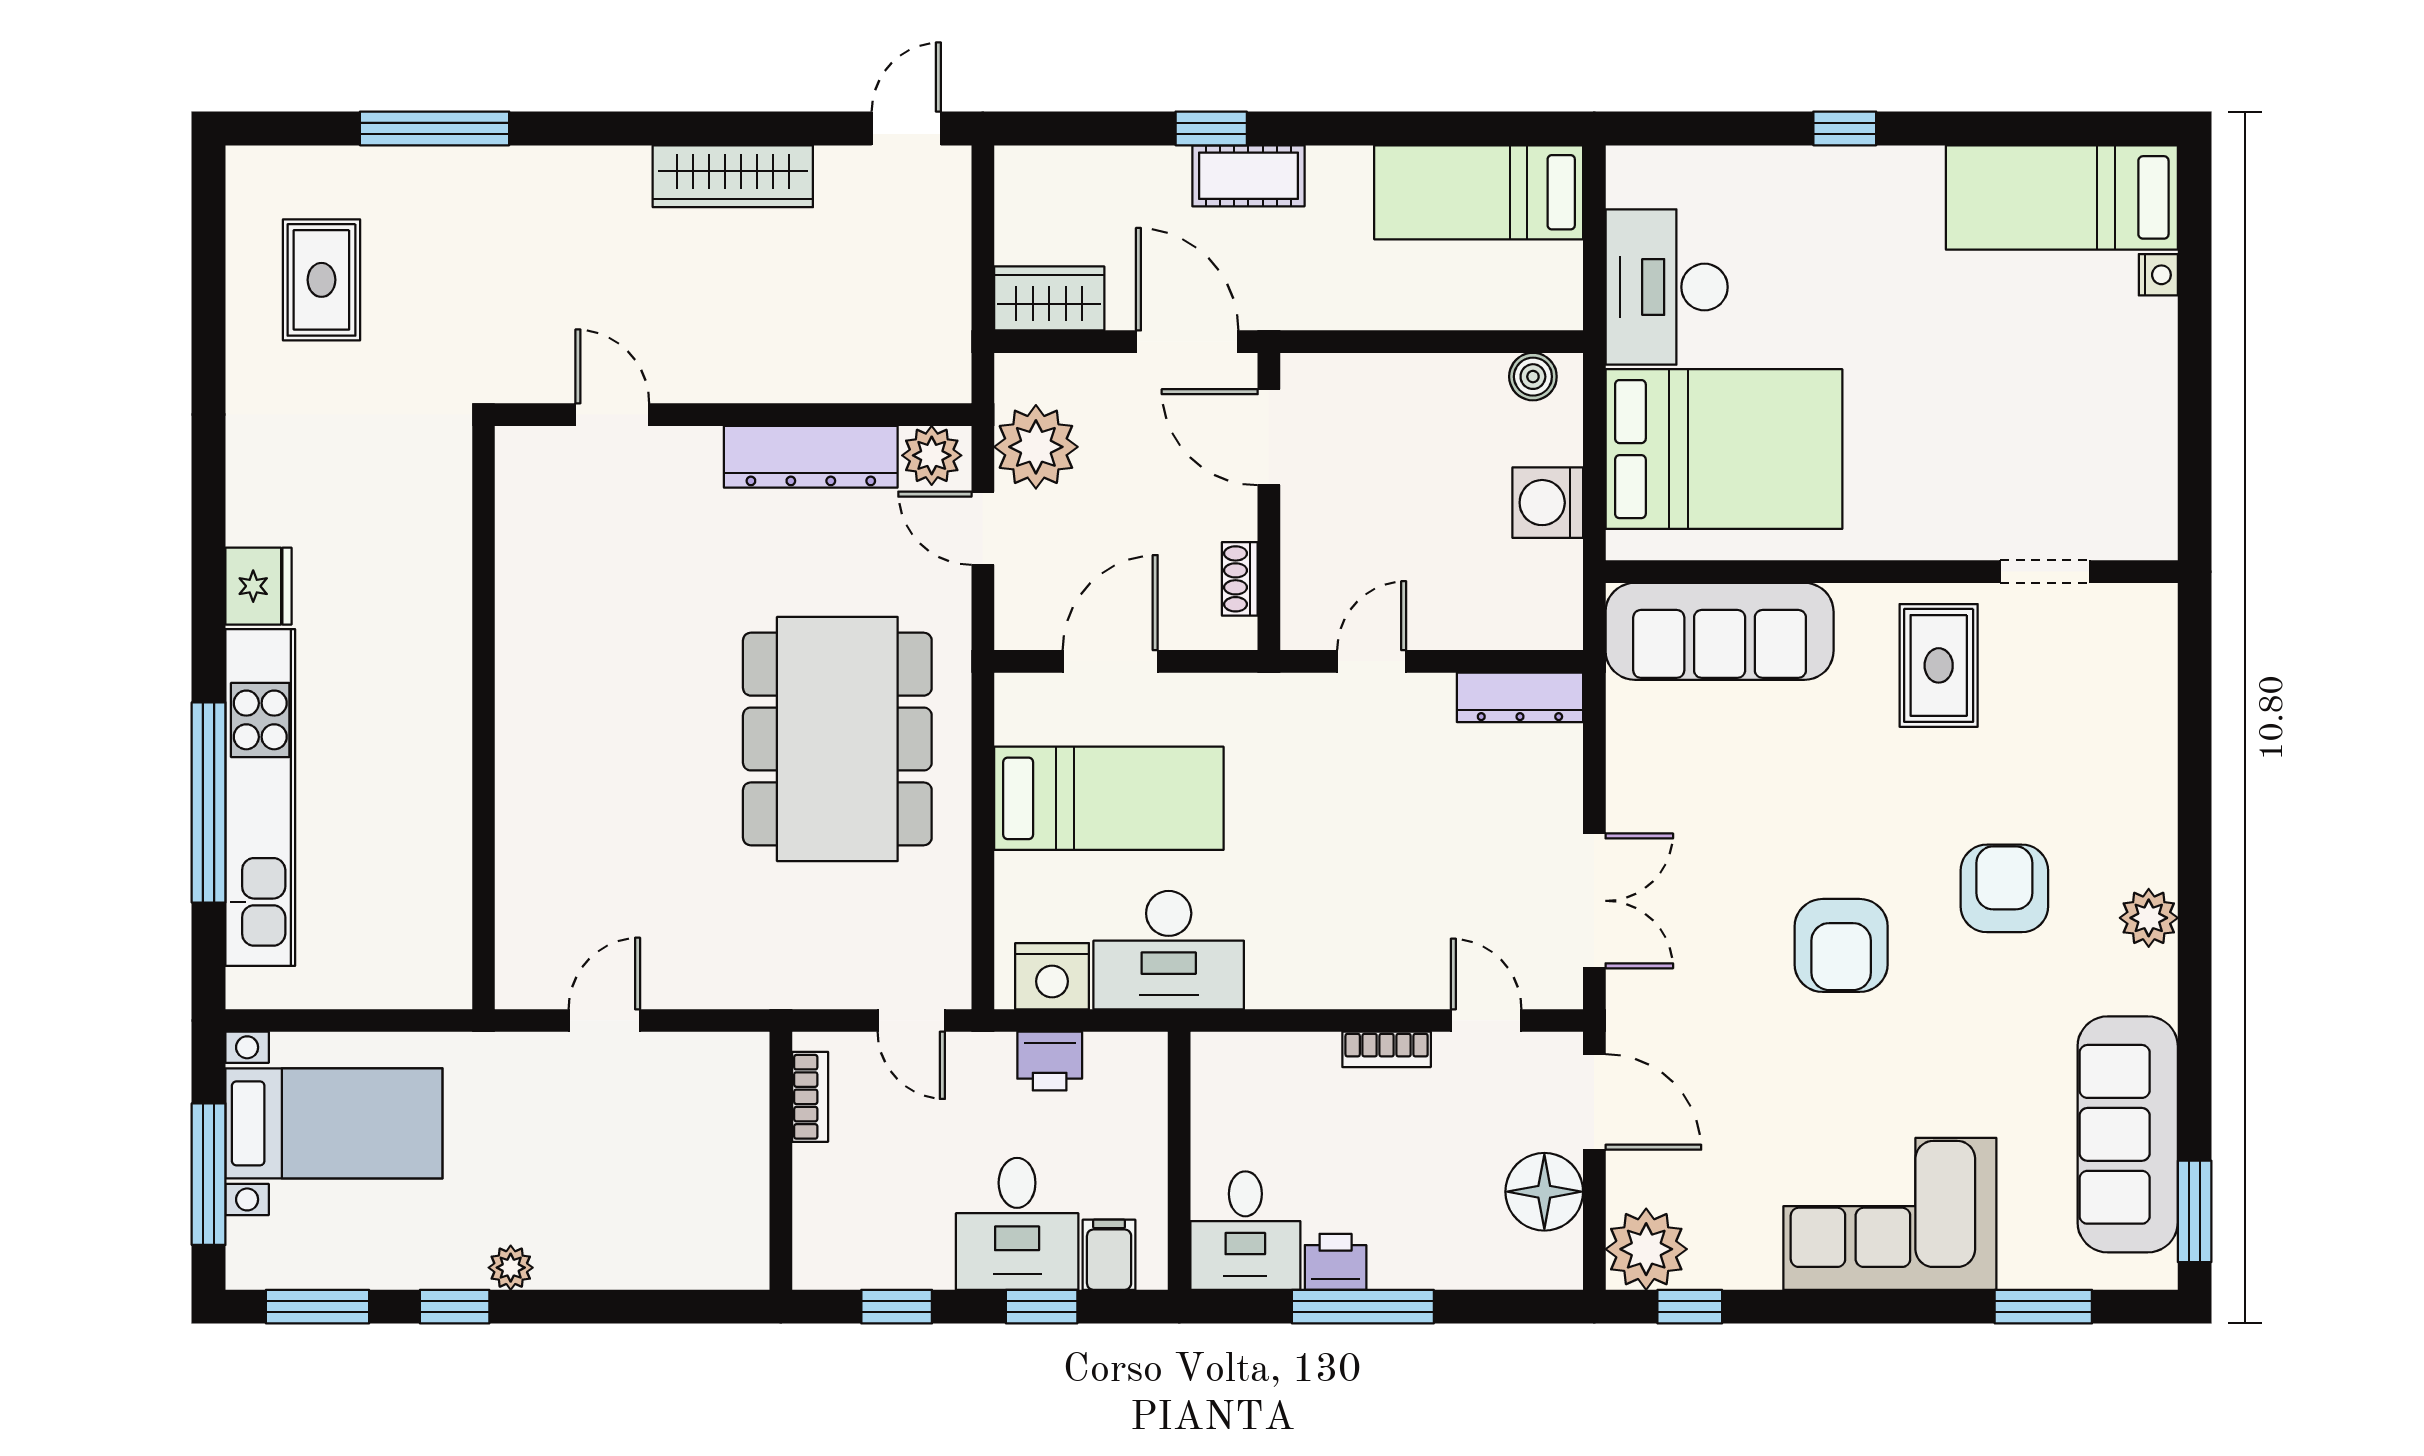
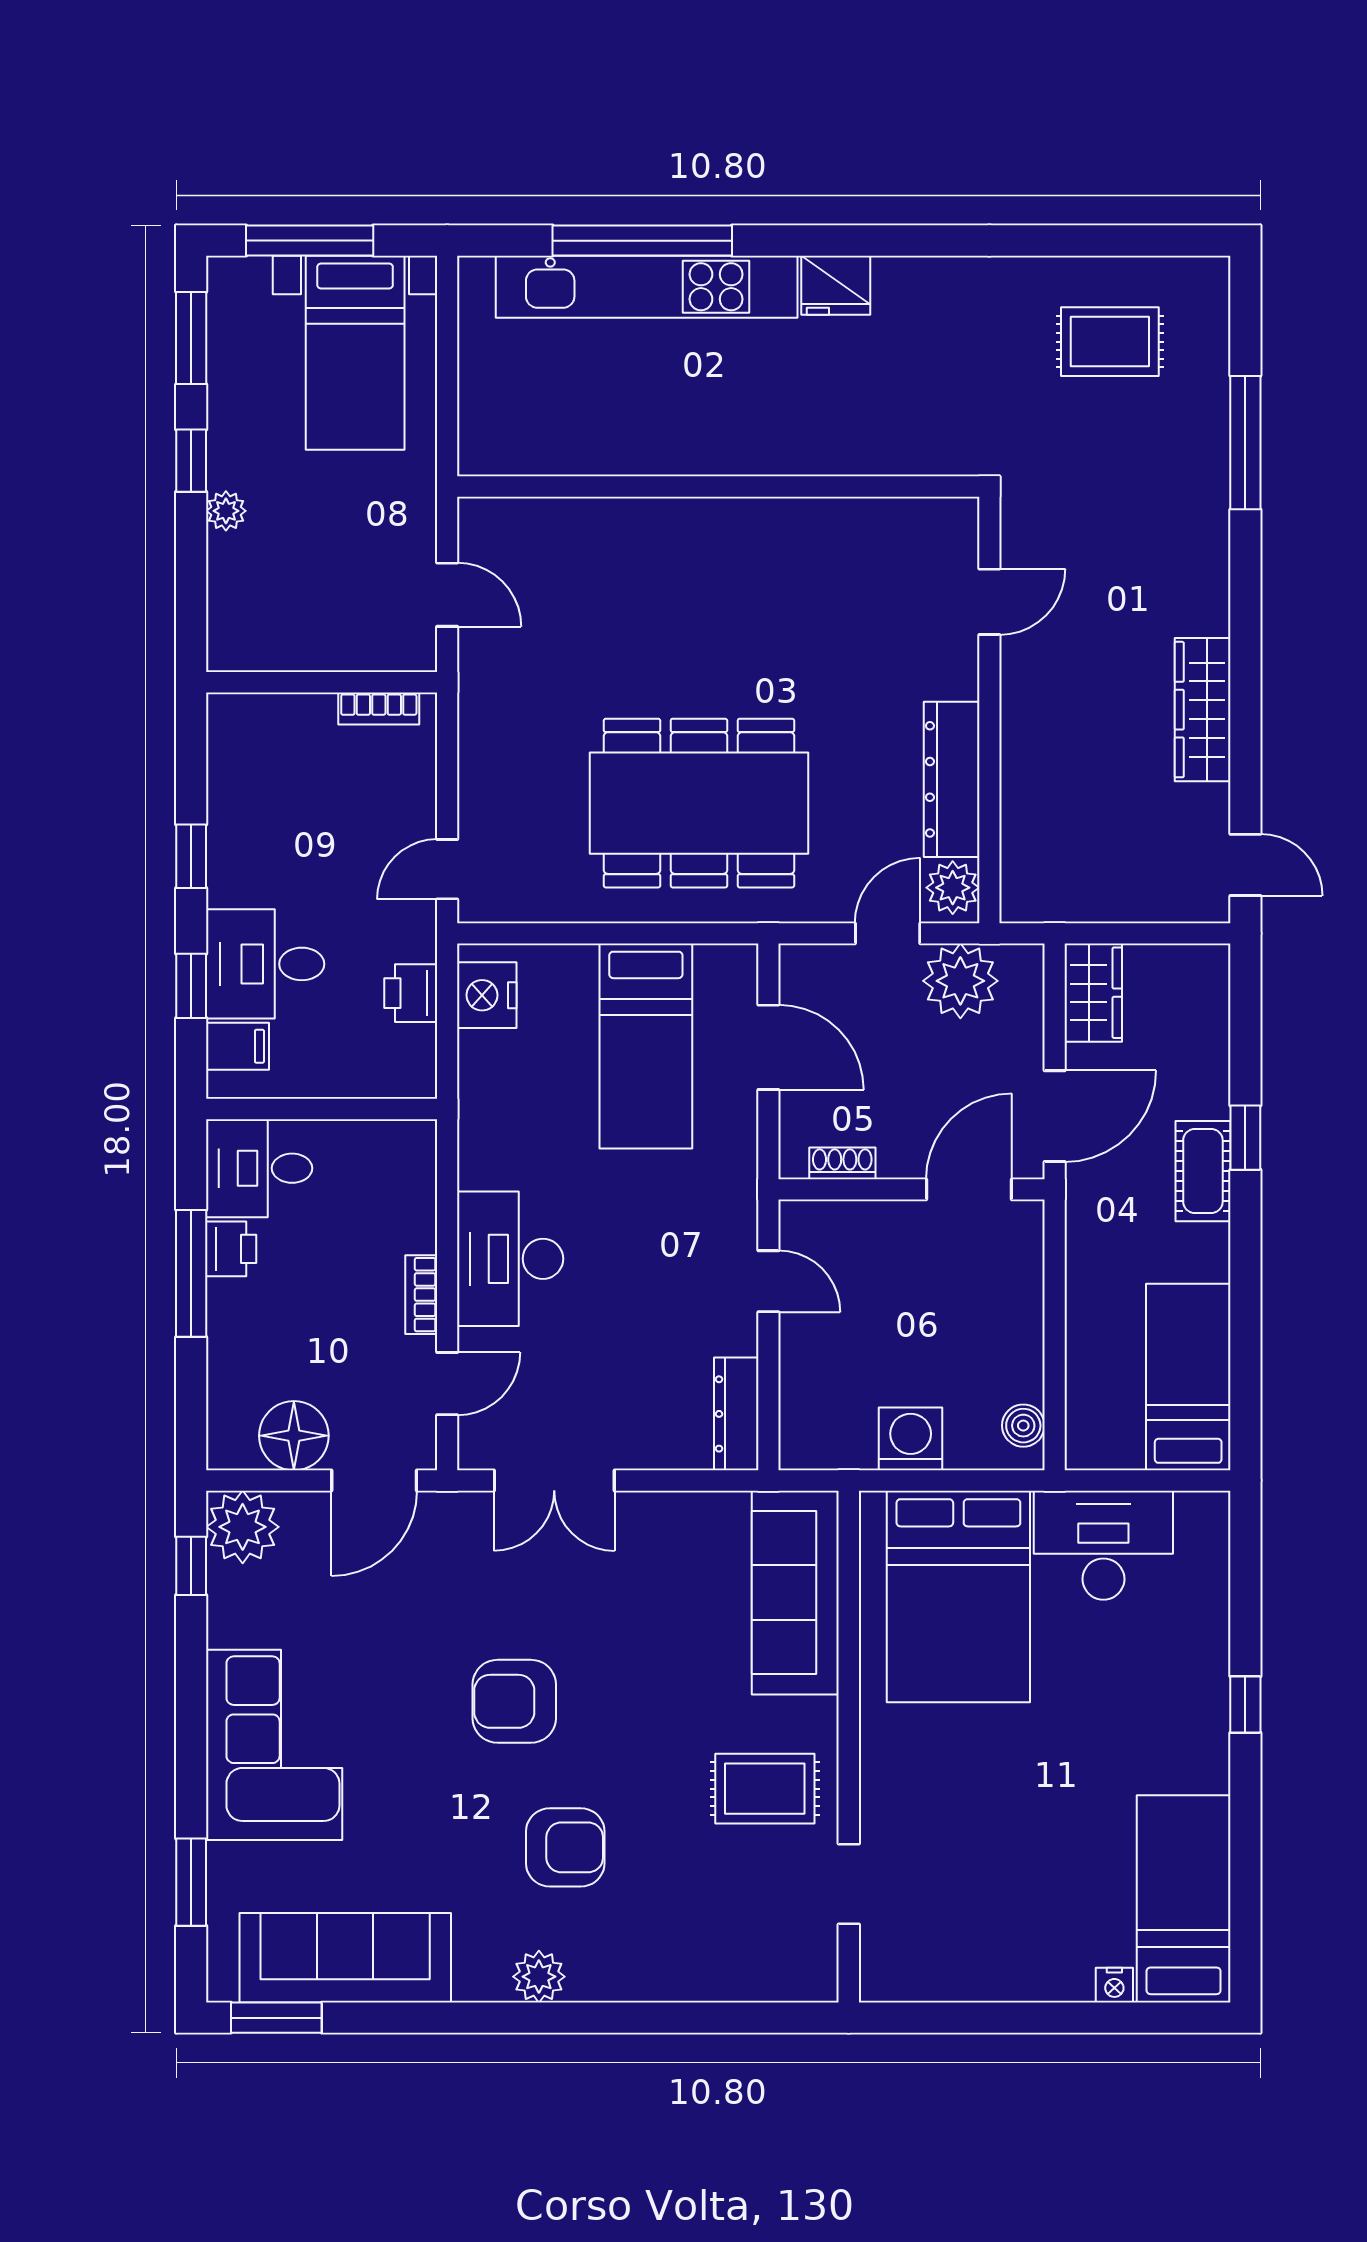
desk: (1169, 950) -> (510, 1259), moved
bookcase: (810, 1097) -> (379, 708), moved
wall: (781, 1161) -> (322, 682), moved

